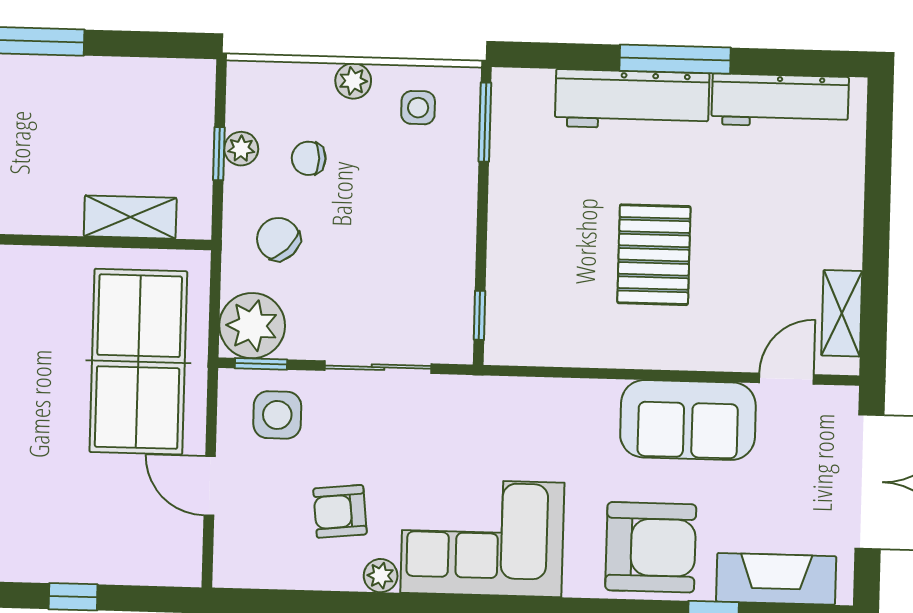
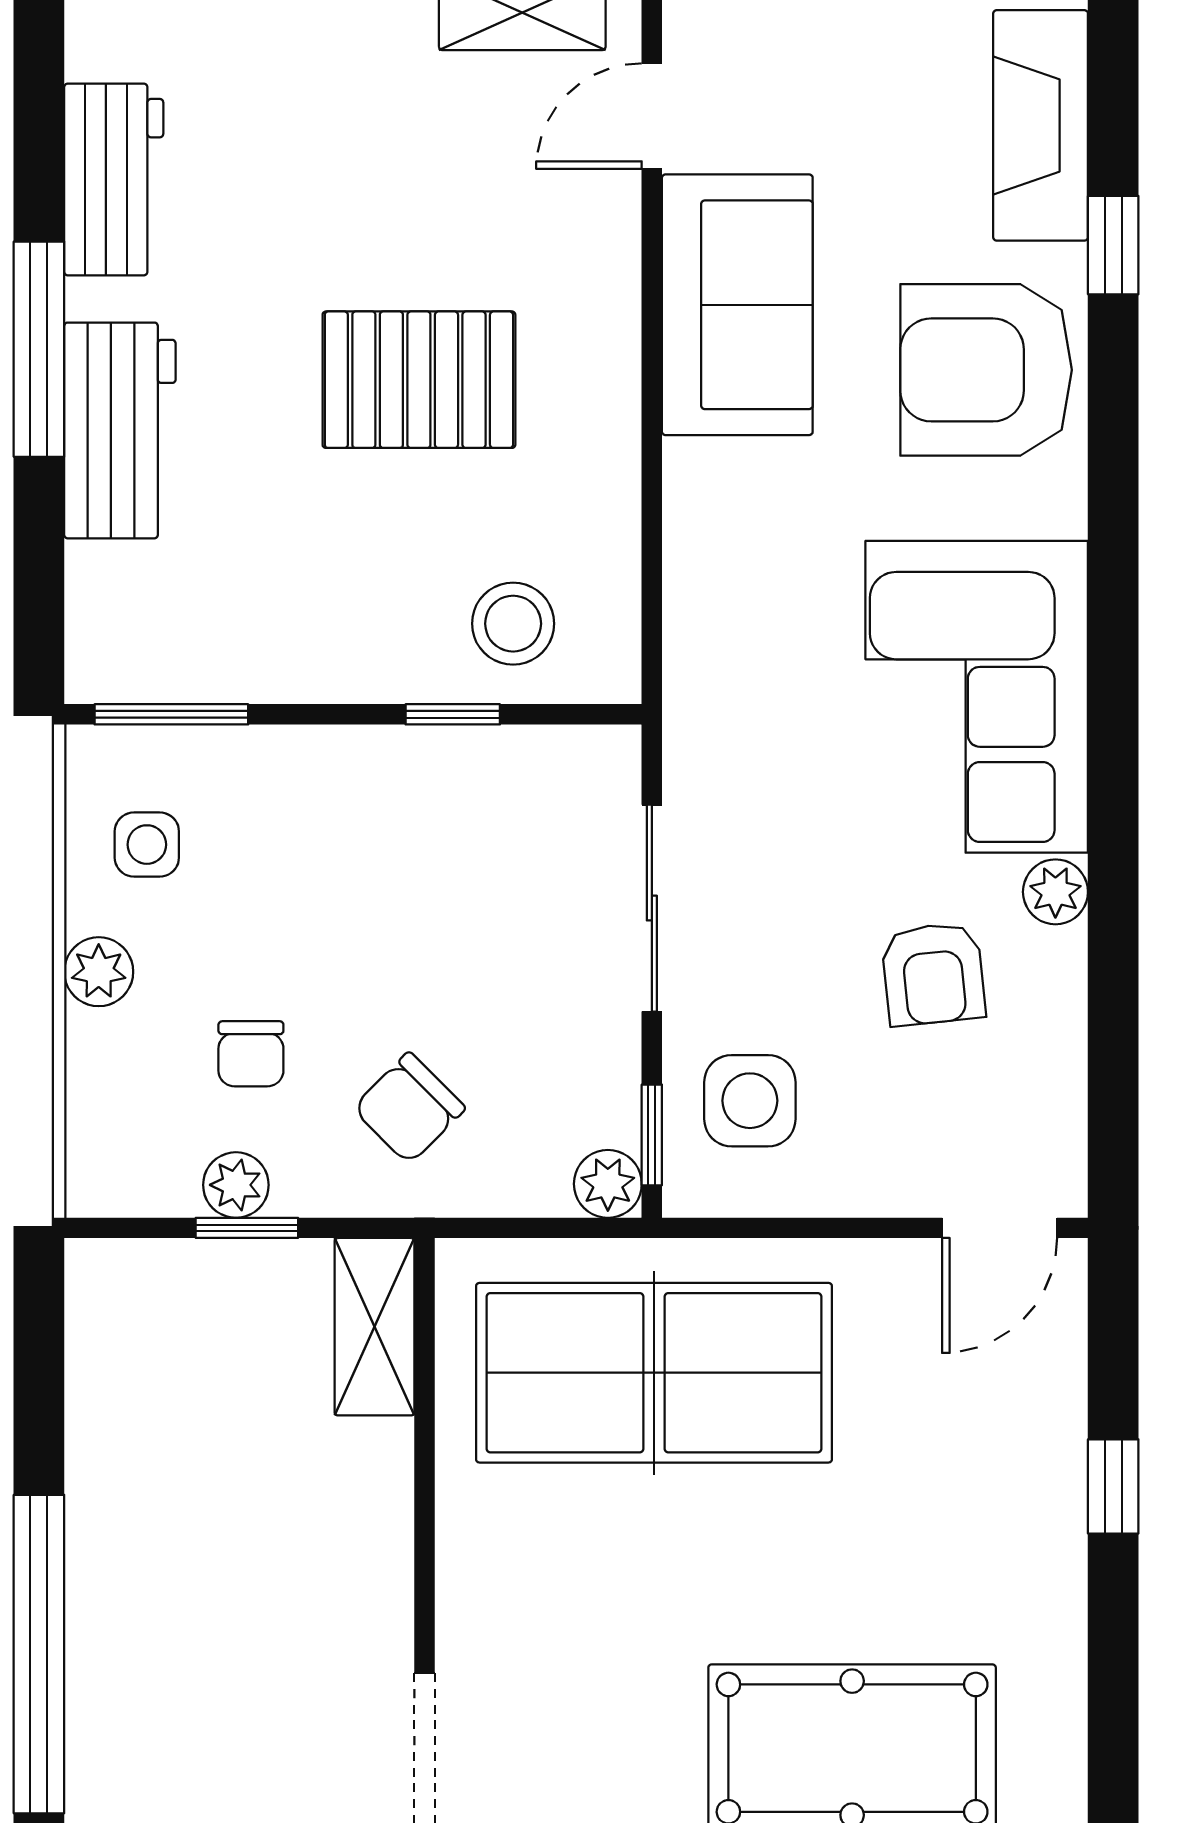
workbench: (632, 100) -> (120, 430), width x0.73
workbench: (780, 101) -> (114, 179), width x0.73
shelving: (130, 217) -> (374, 1327), moved
stool: (527, 300) -> (513, 624), added
window: (480, 315) -> (453, 714), moved
plant: (252, 326) -> (608, 1184), width x0.53, depth x0.53
door: (786, 379) -> (652, 116), hinge flipped
door: (210, 486) -> (1000, 1228), moved
armchair: (651, 547) -> (986, 370), turned -90

